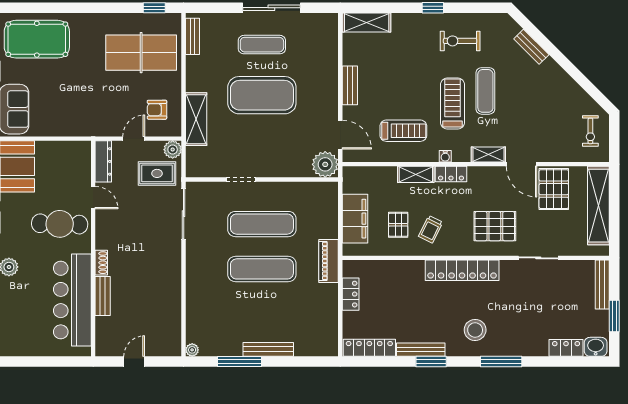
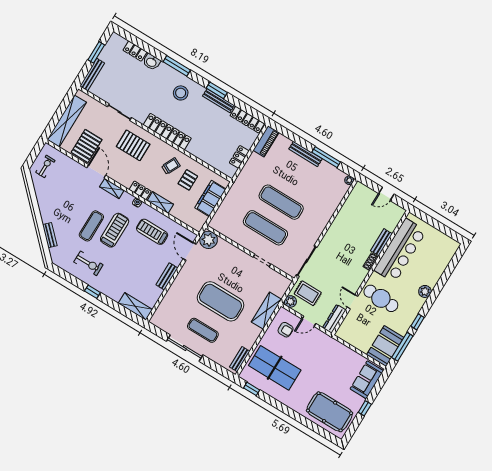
treadmill: (453, 104) -> (115, 230), turned 180
piano: (329, 261) -> (266, 141), moved
washbasin: (596, 347) -> (151, 62), moved

